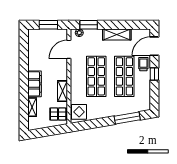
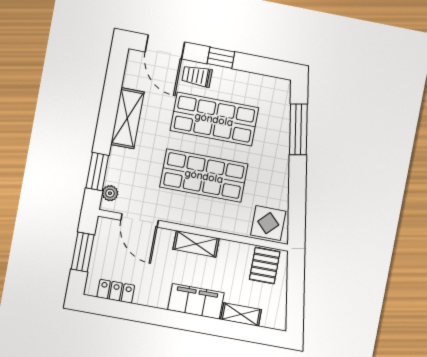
locker: (32, 44) -> (116, 291), added
shelving: (62, 91) -> (196, 244), moved

